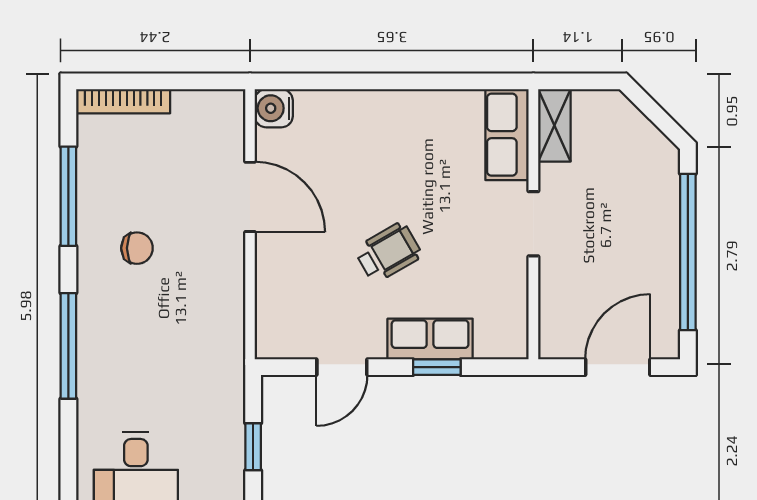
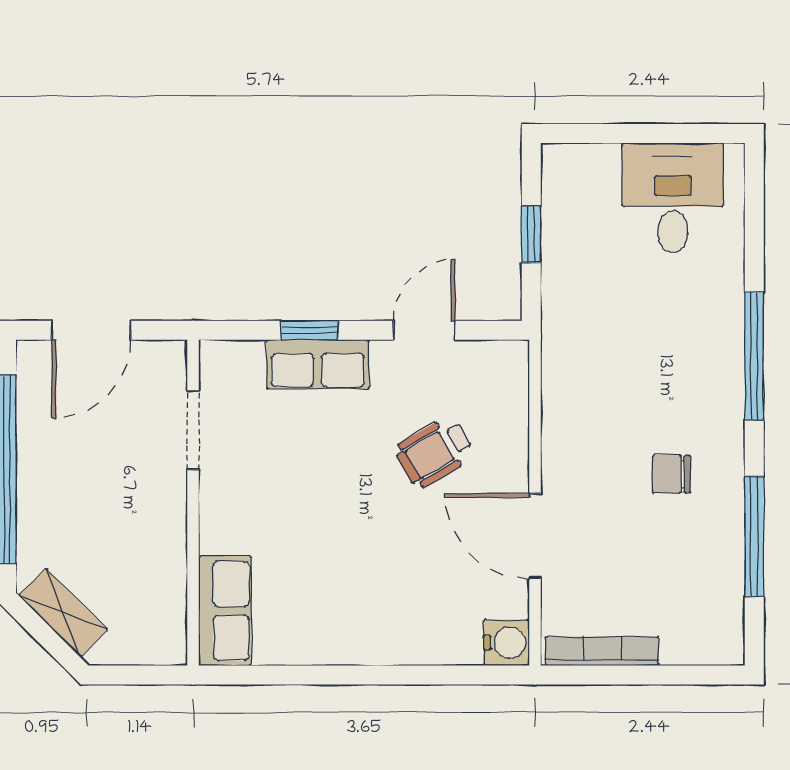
bookcase: (123, 101) -> (602, 651), moved
shelving: (554, 125) -> (63, 612), moved, turned -45
doorway: (533, 224) -> (193, 430), moved
wheelchair: (388, 252) -> (435, 452), moved

